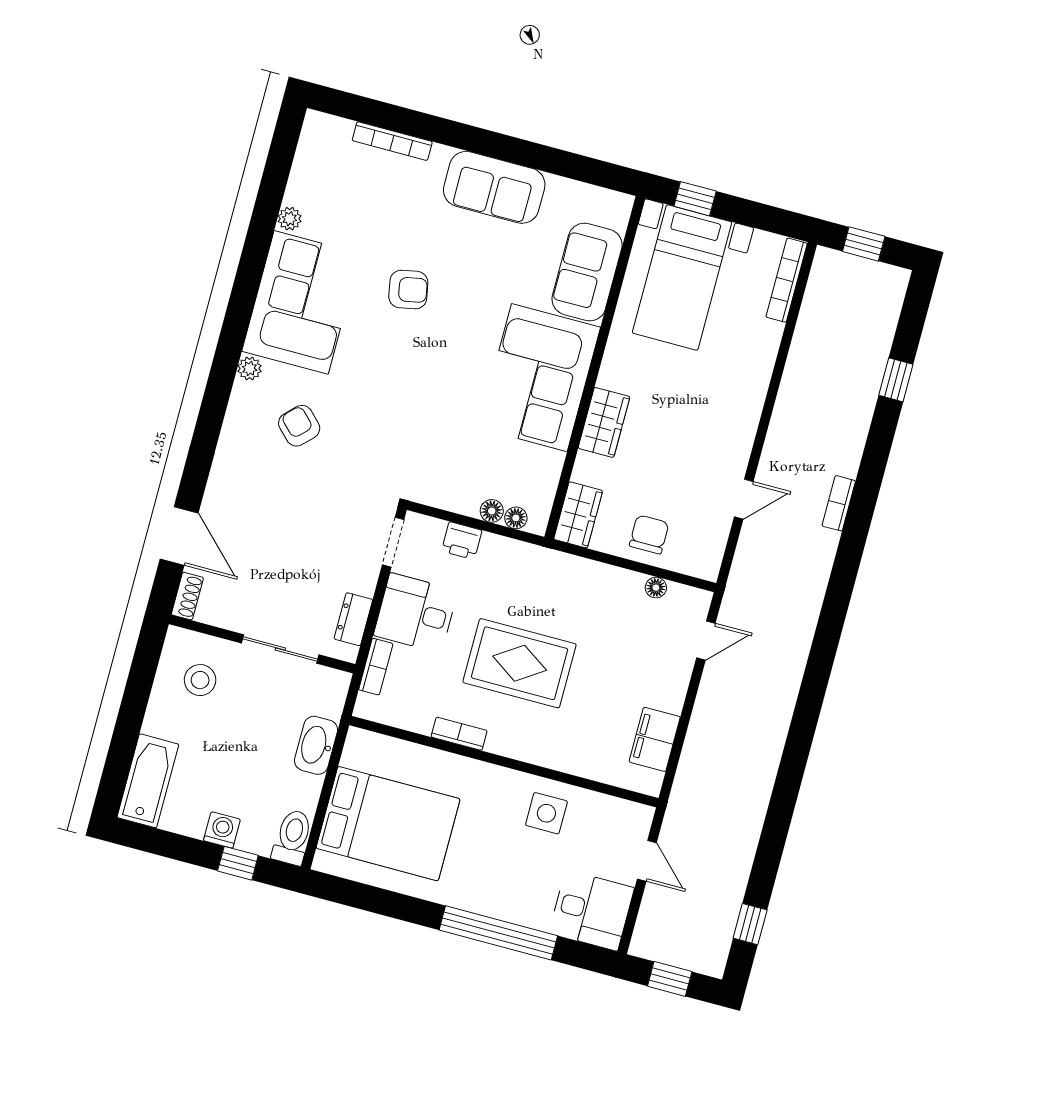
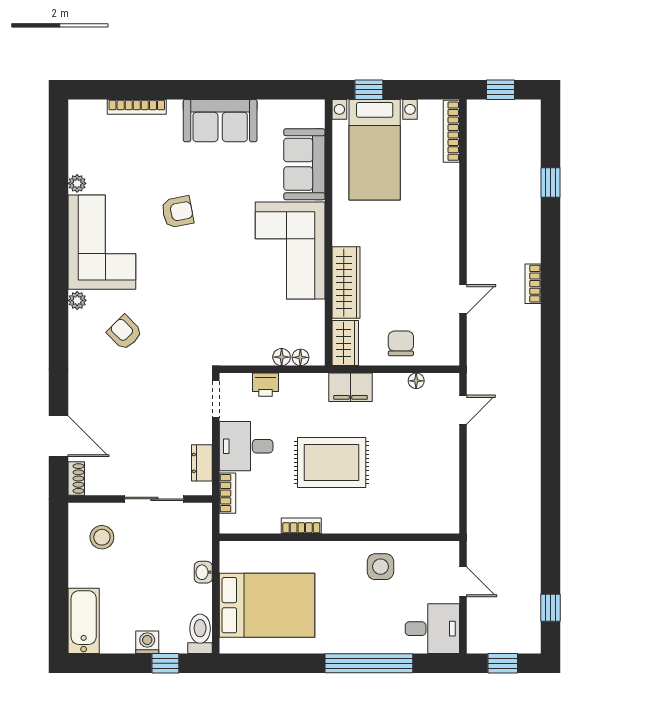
wardrobe: (604, 422) -> (346, 283), width x1.50
filing cabinet: (655, 739) -> (351, 387), moved, turned -90
washbasin: (316, 745) -> (203, 572), width x0.52, depth x0.69

